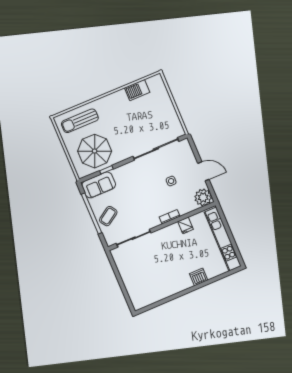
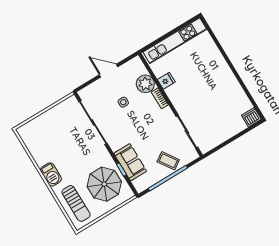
barbecue: (137, 90) -> (51, 175), moved
door: (203, 171) -> (109, 71), hinge flipped
sofa: (99, 185) -> (130, 162), moved
plant: (203, 197) -> (145, 84), moved
dishwasher: (199, 277) -> (251, 117), moved, turned 90

